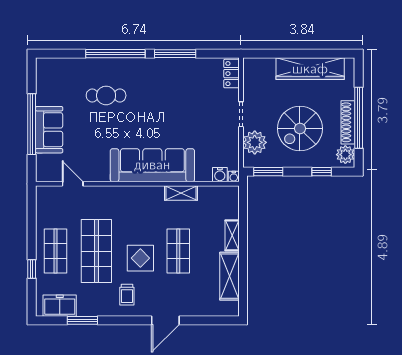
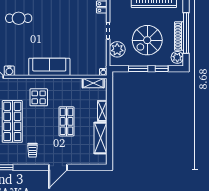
sofa: (152, 165) -> (49, 67), width x0.74, depth x0.79
window: (268, 172) -> (138, 69), moved
water cooler: (220, 175) -> (9, 71), moved
shelving: (181, 193) -> (93, 83), moved
display table: (140, 258) -> (39, 97), moved

